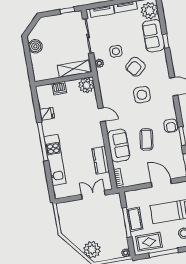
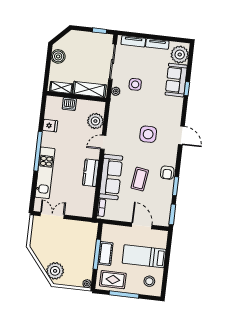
armchair: (135, 67) -> (150, 105), removed
shelving: (47, 75) -> (61, 88), added
plant: (86, 85) -> (95, 121), moved
door: (102, 115) -> (103, 142), swing flipped
sofa: (119, 146) -> (111, 177), width x1.36
kitchen counter: (101, 160) -> (91, 173), moved
double door: (93, 195) -> (52, 215), moved

